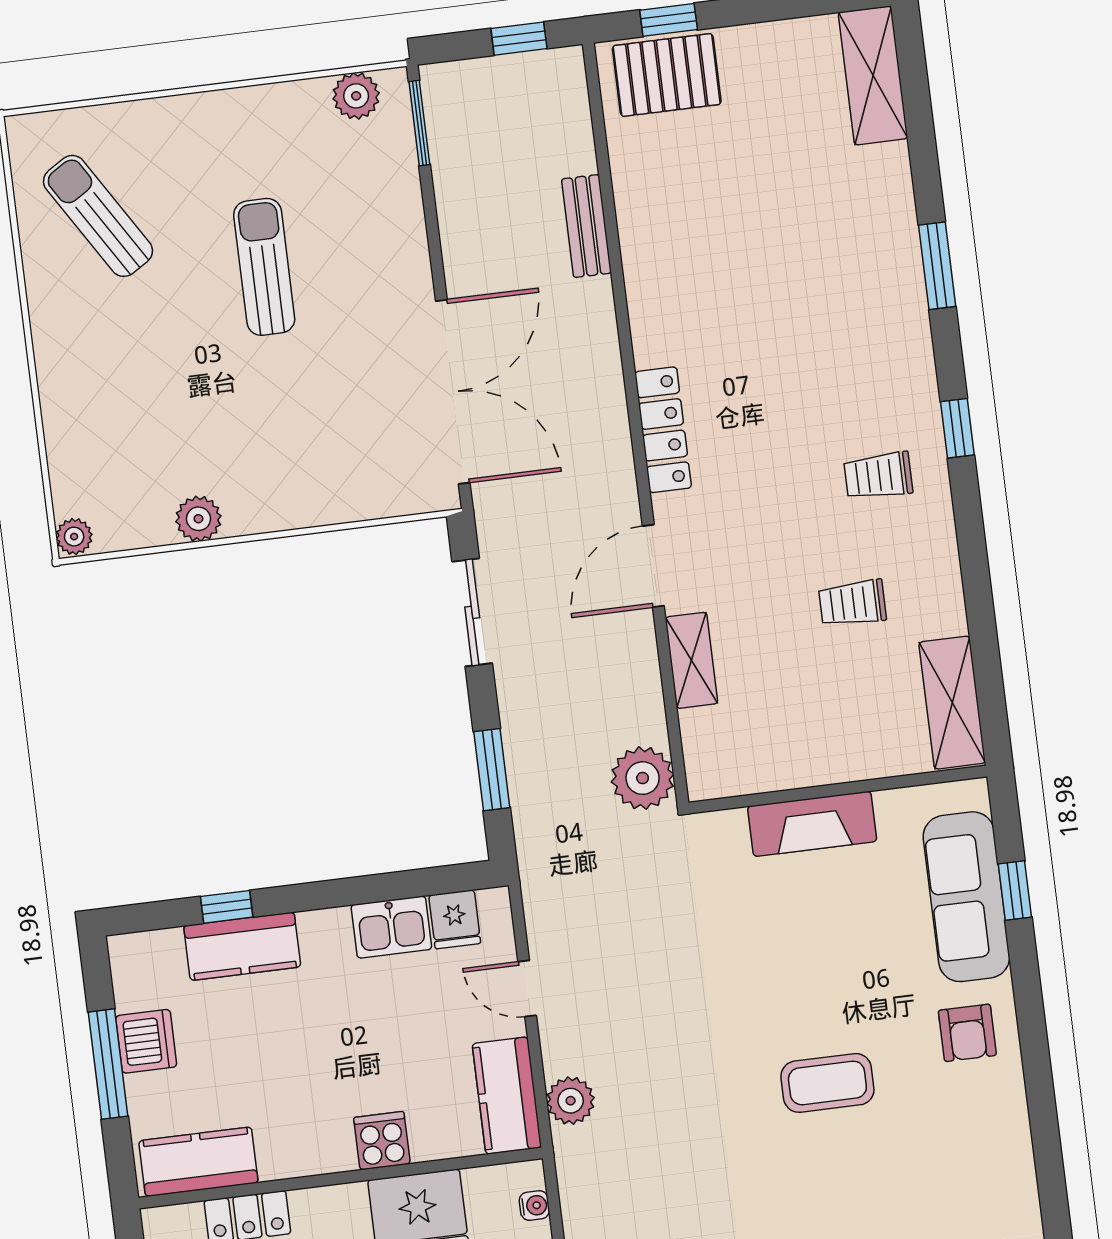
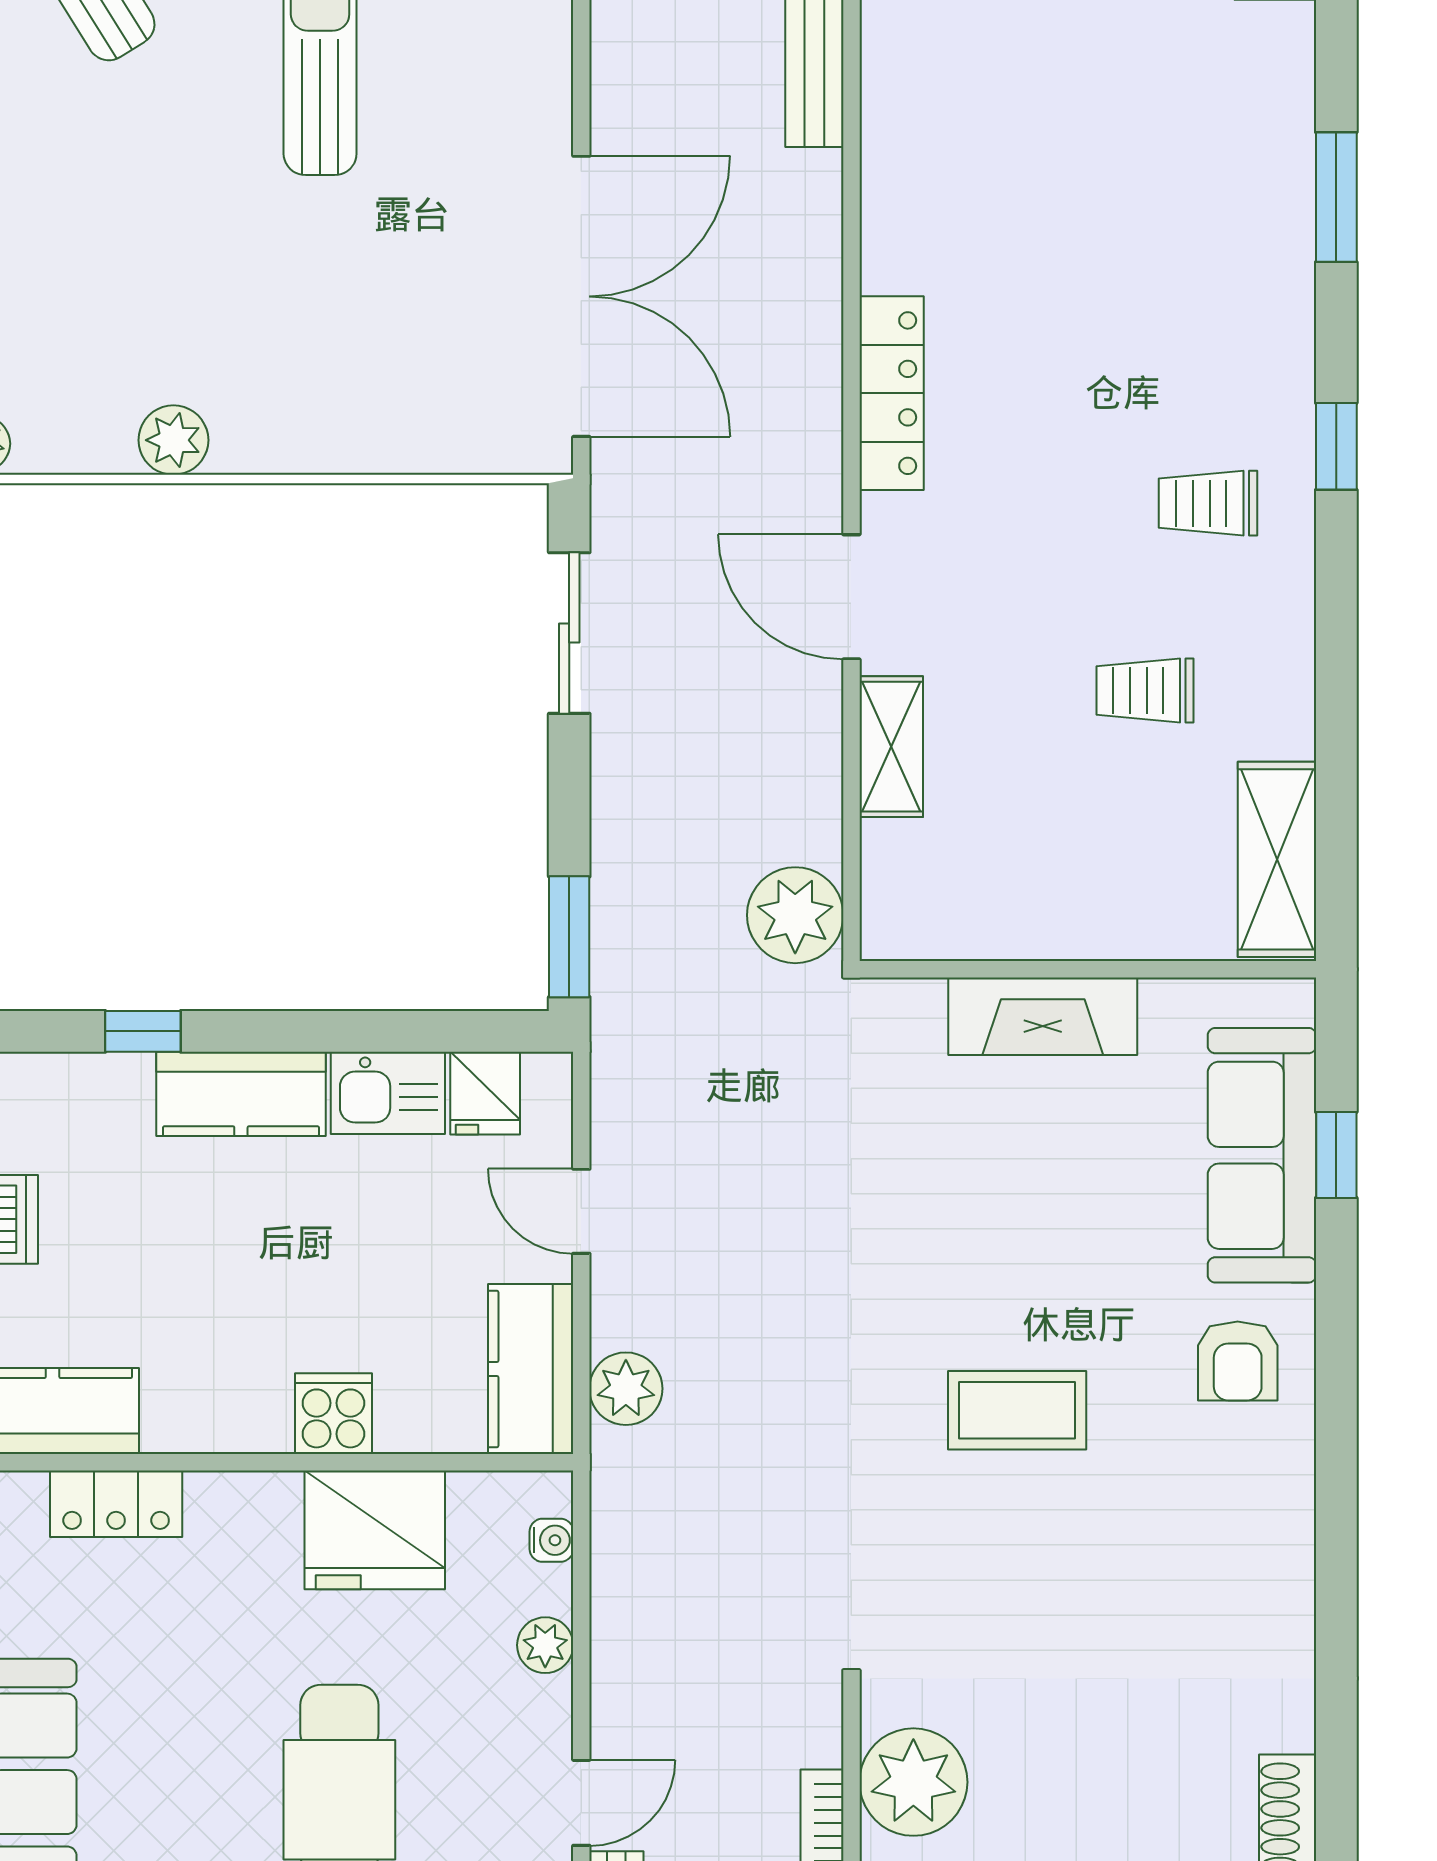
door: (653, 566) -> (851, 597), hinge flipped
window: (492, 770) -> (569, 937), moved
kitchen counter: (242, 946) -> (241, 1094), moved

